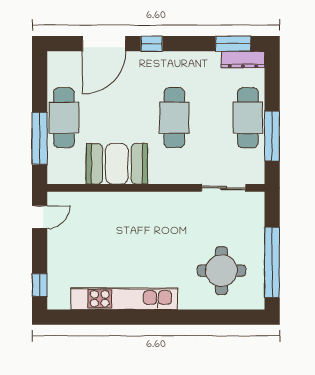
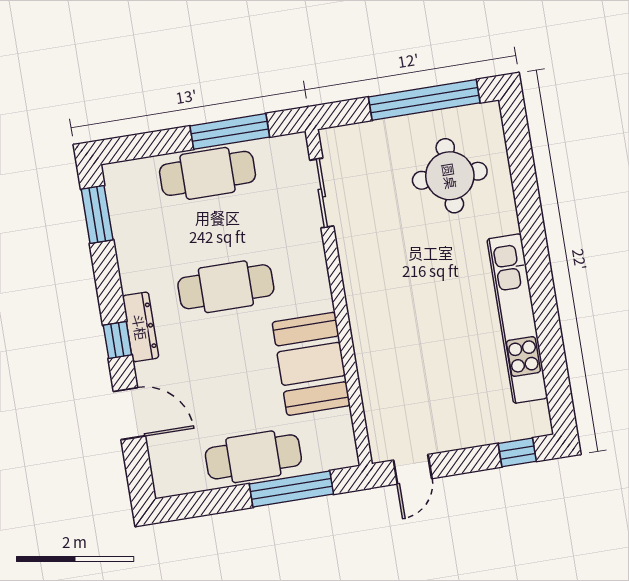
door: (104, 44) -> (129, 414), width x0.73
dresser: (243, 60) -> (140, 327), moved
door: (40, 217) -> (413, 469), swing flipped

